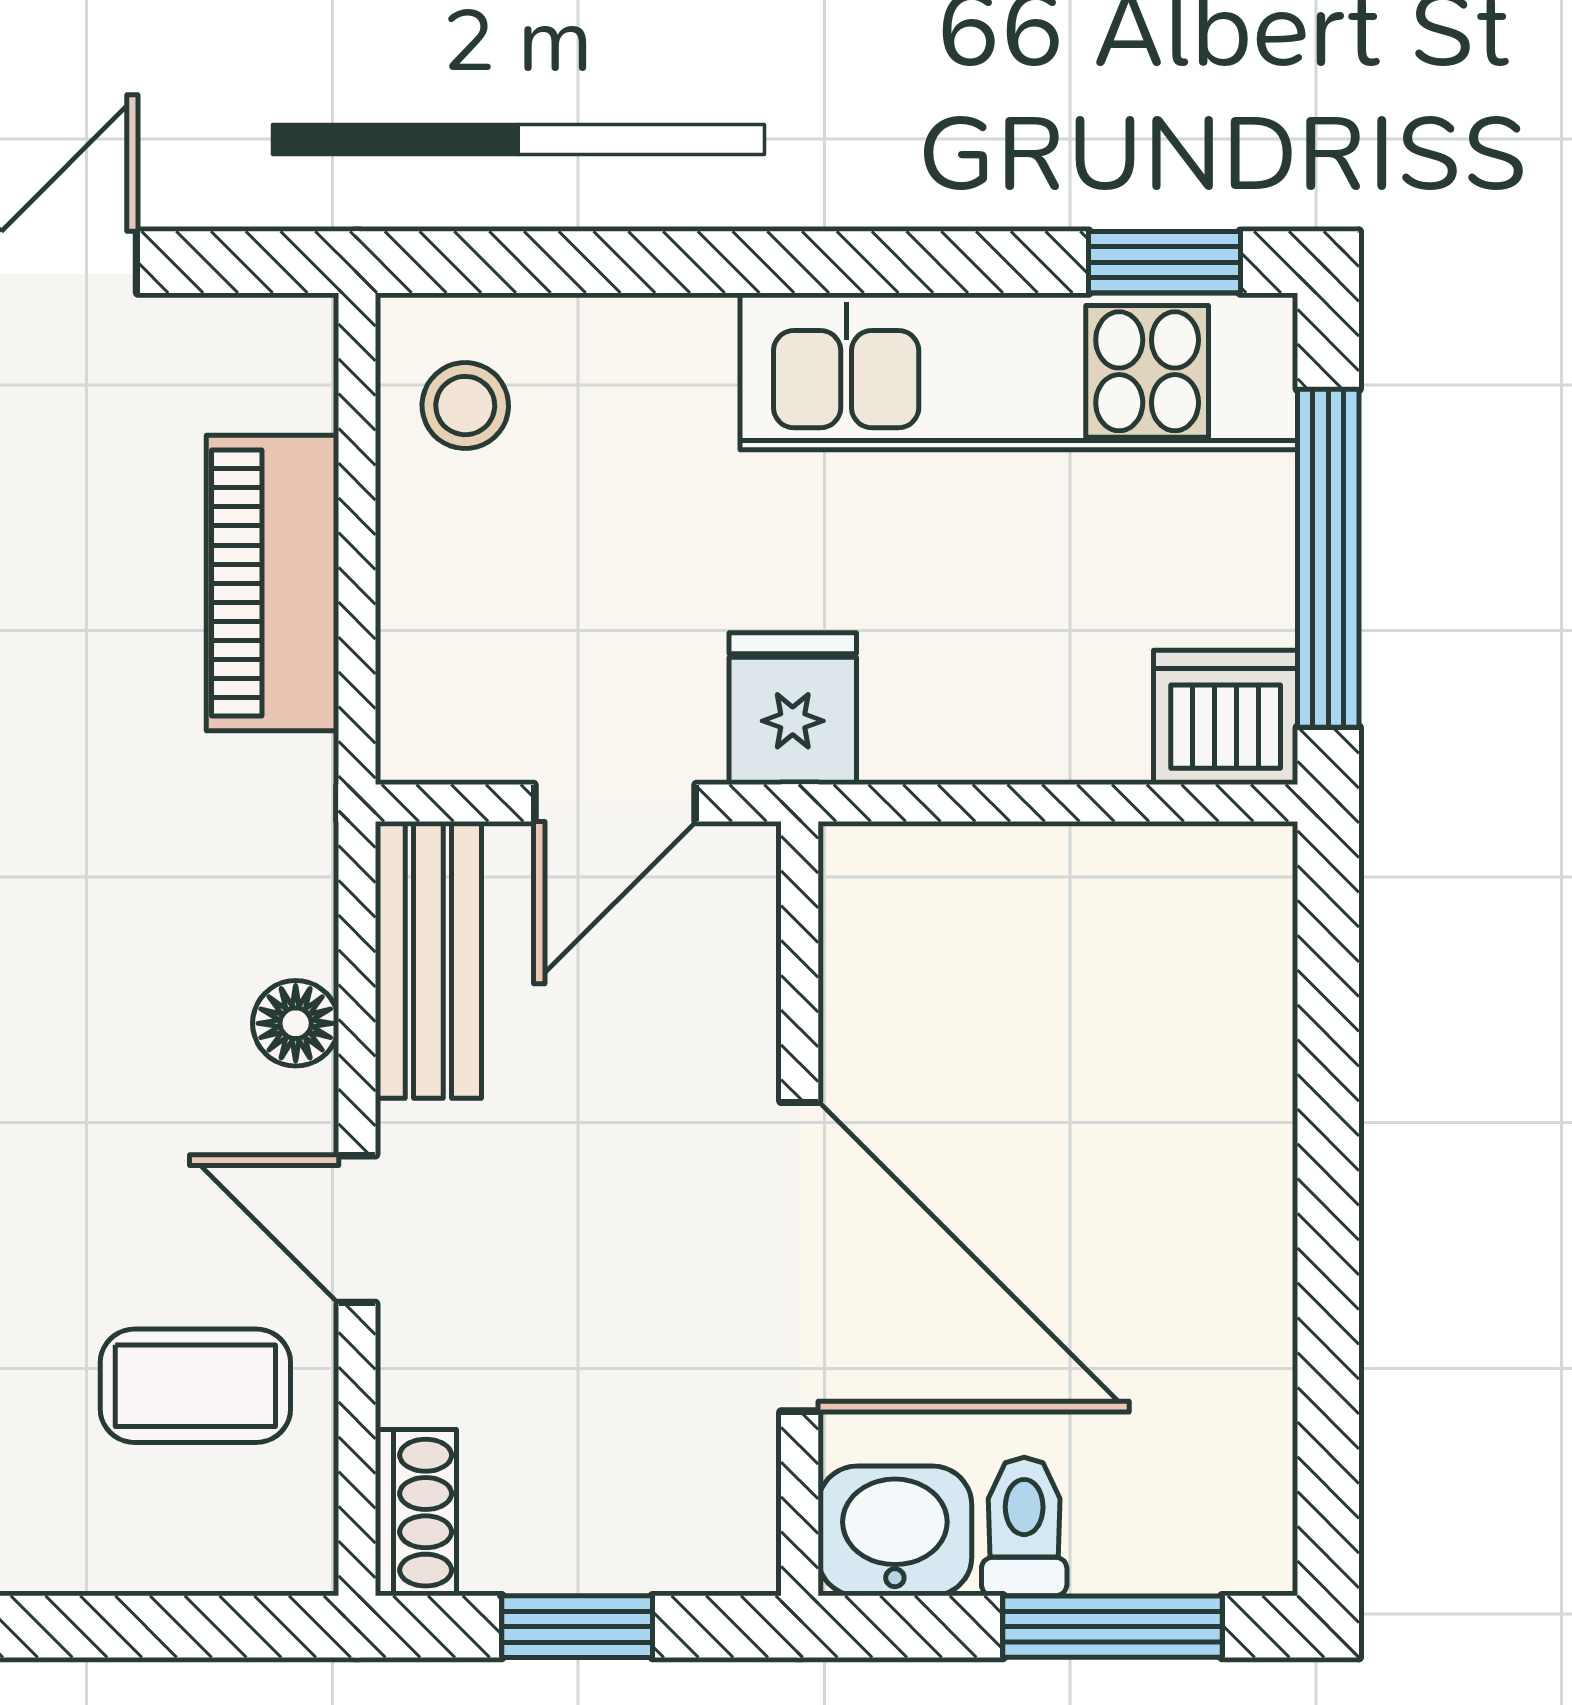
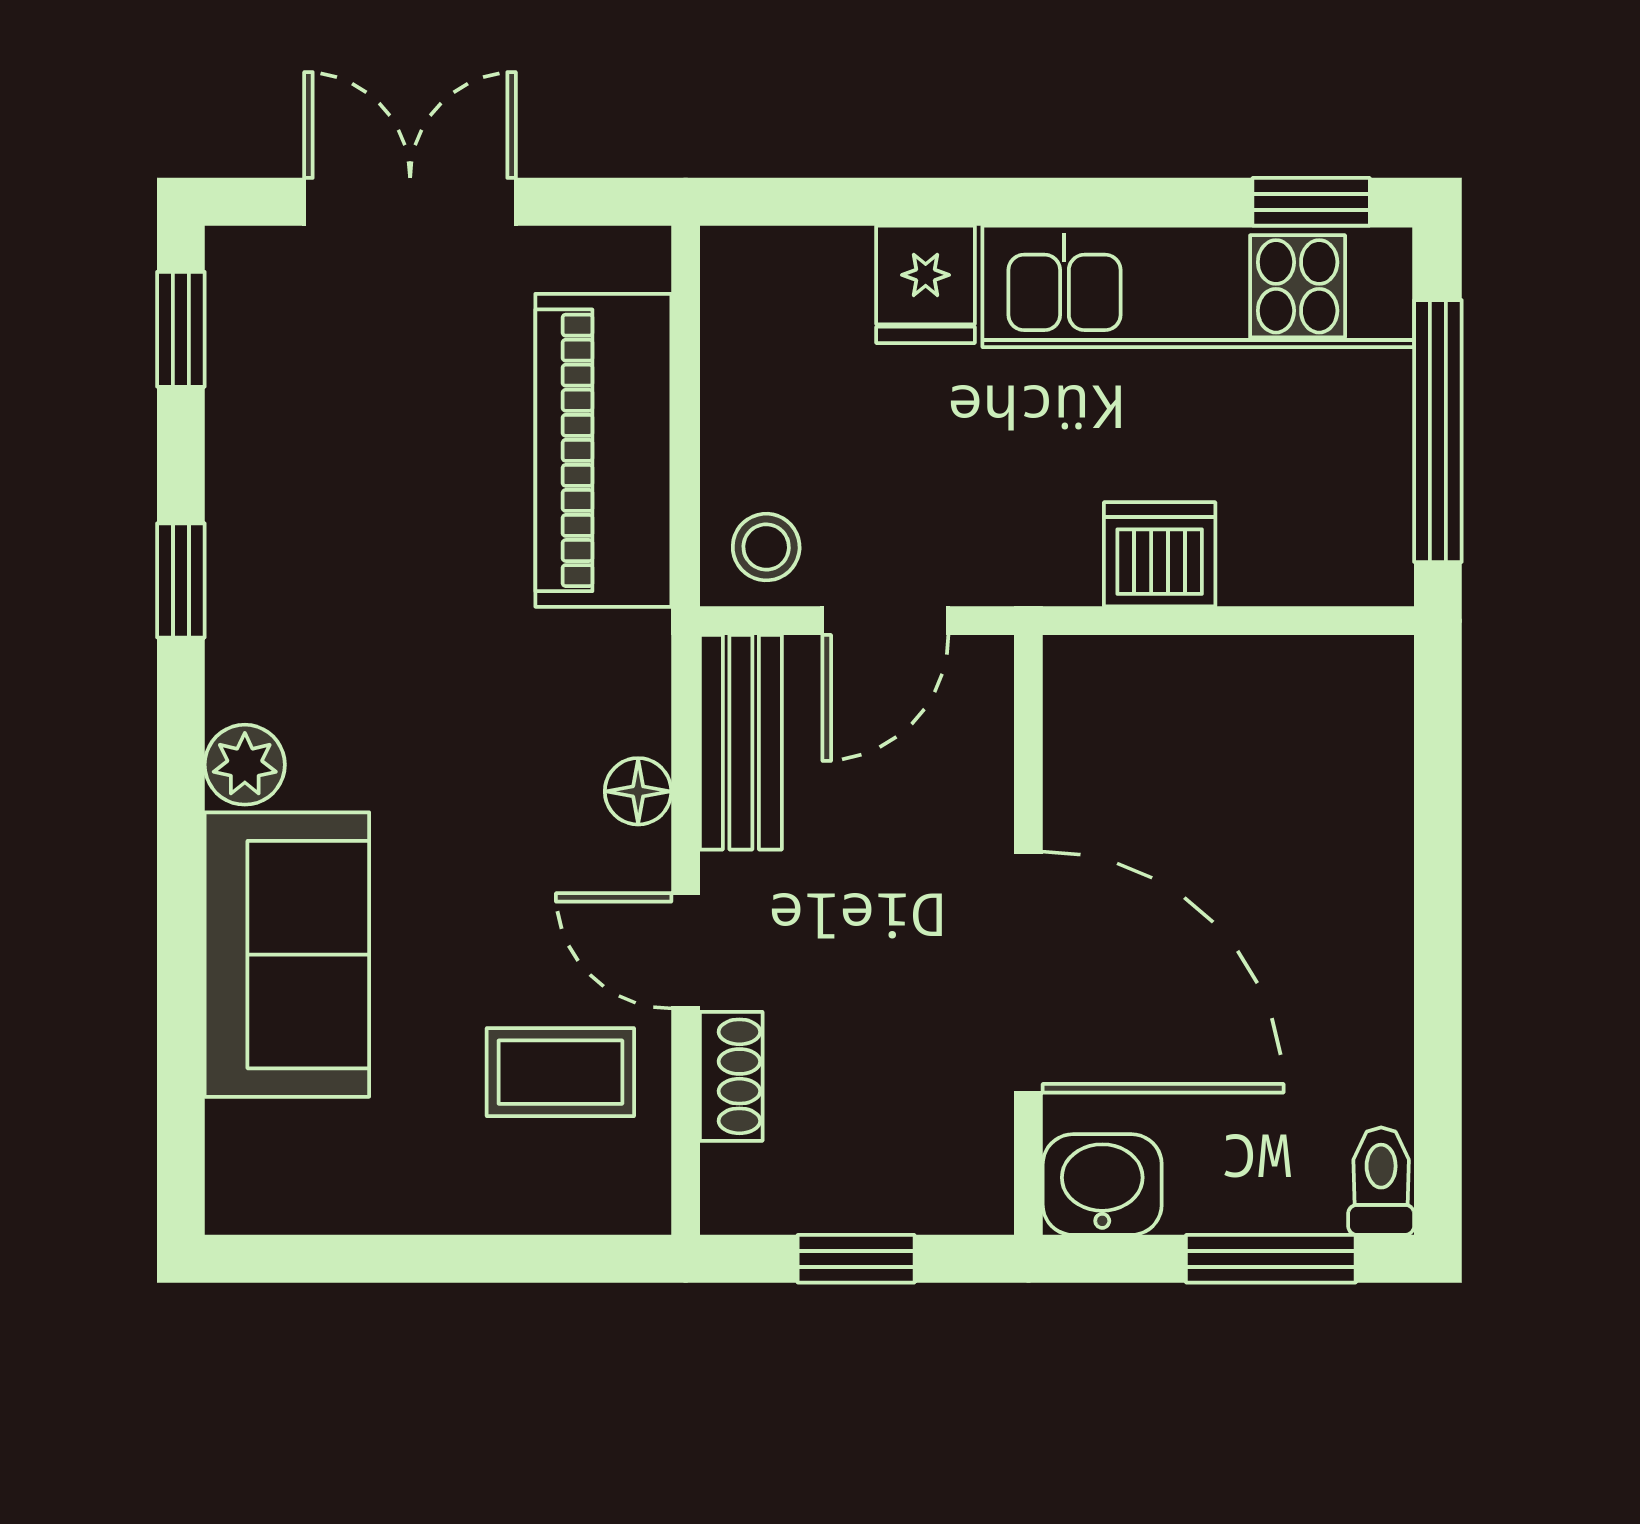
stool: (465, 406) -> (766, 547), moved
piano: (272, 583) -> (603, 450), width x1.37, depth x1.33
fridge: (793, 709) -> (926, 284), moved, turned 180
dishwasher: (1226, 717) -> (1160, 554), moved
shoe rack: (416, 1513) -> (731, 1076), moved
toilet: (1024, 1526) -> (1381, 1181), moved

